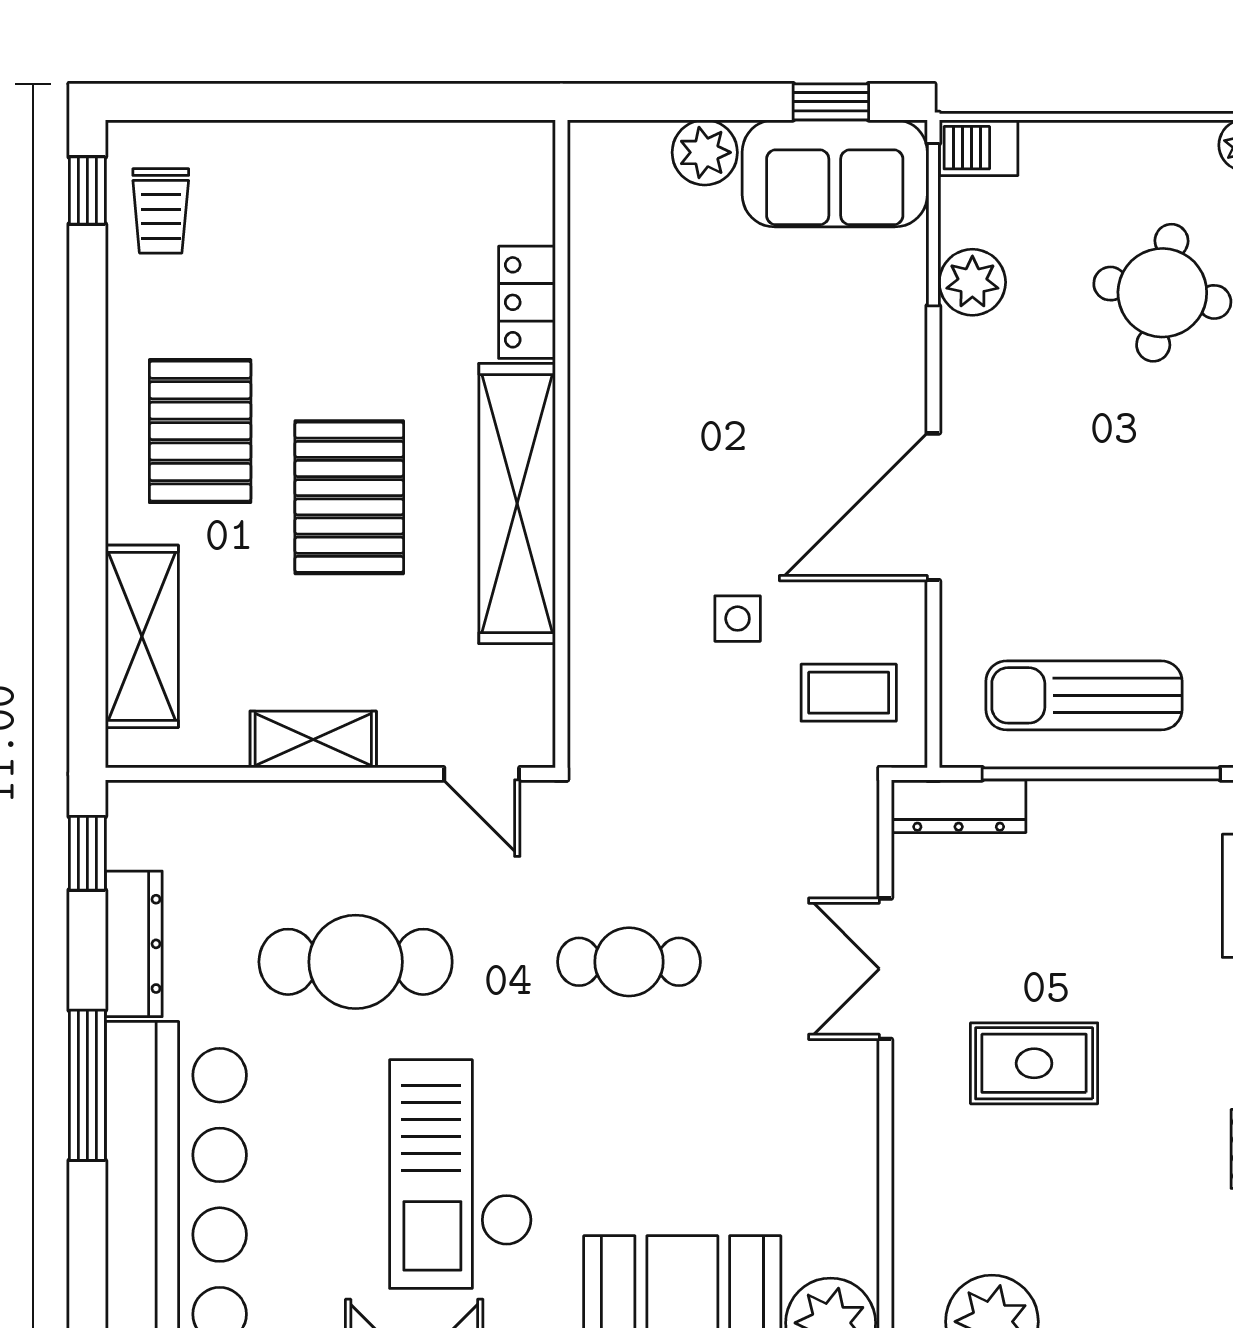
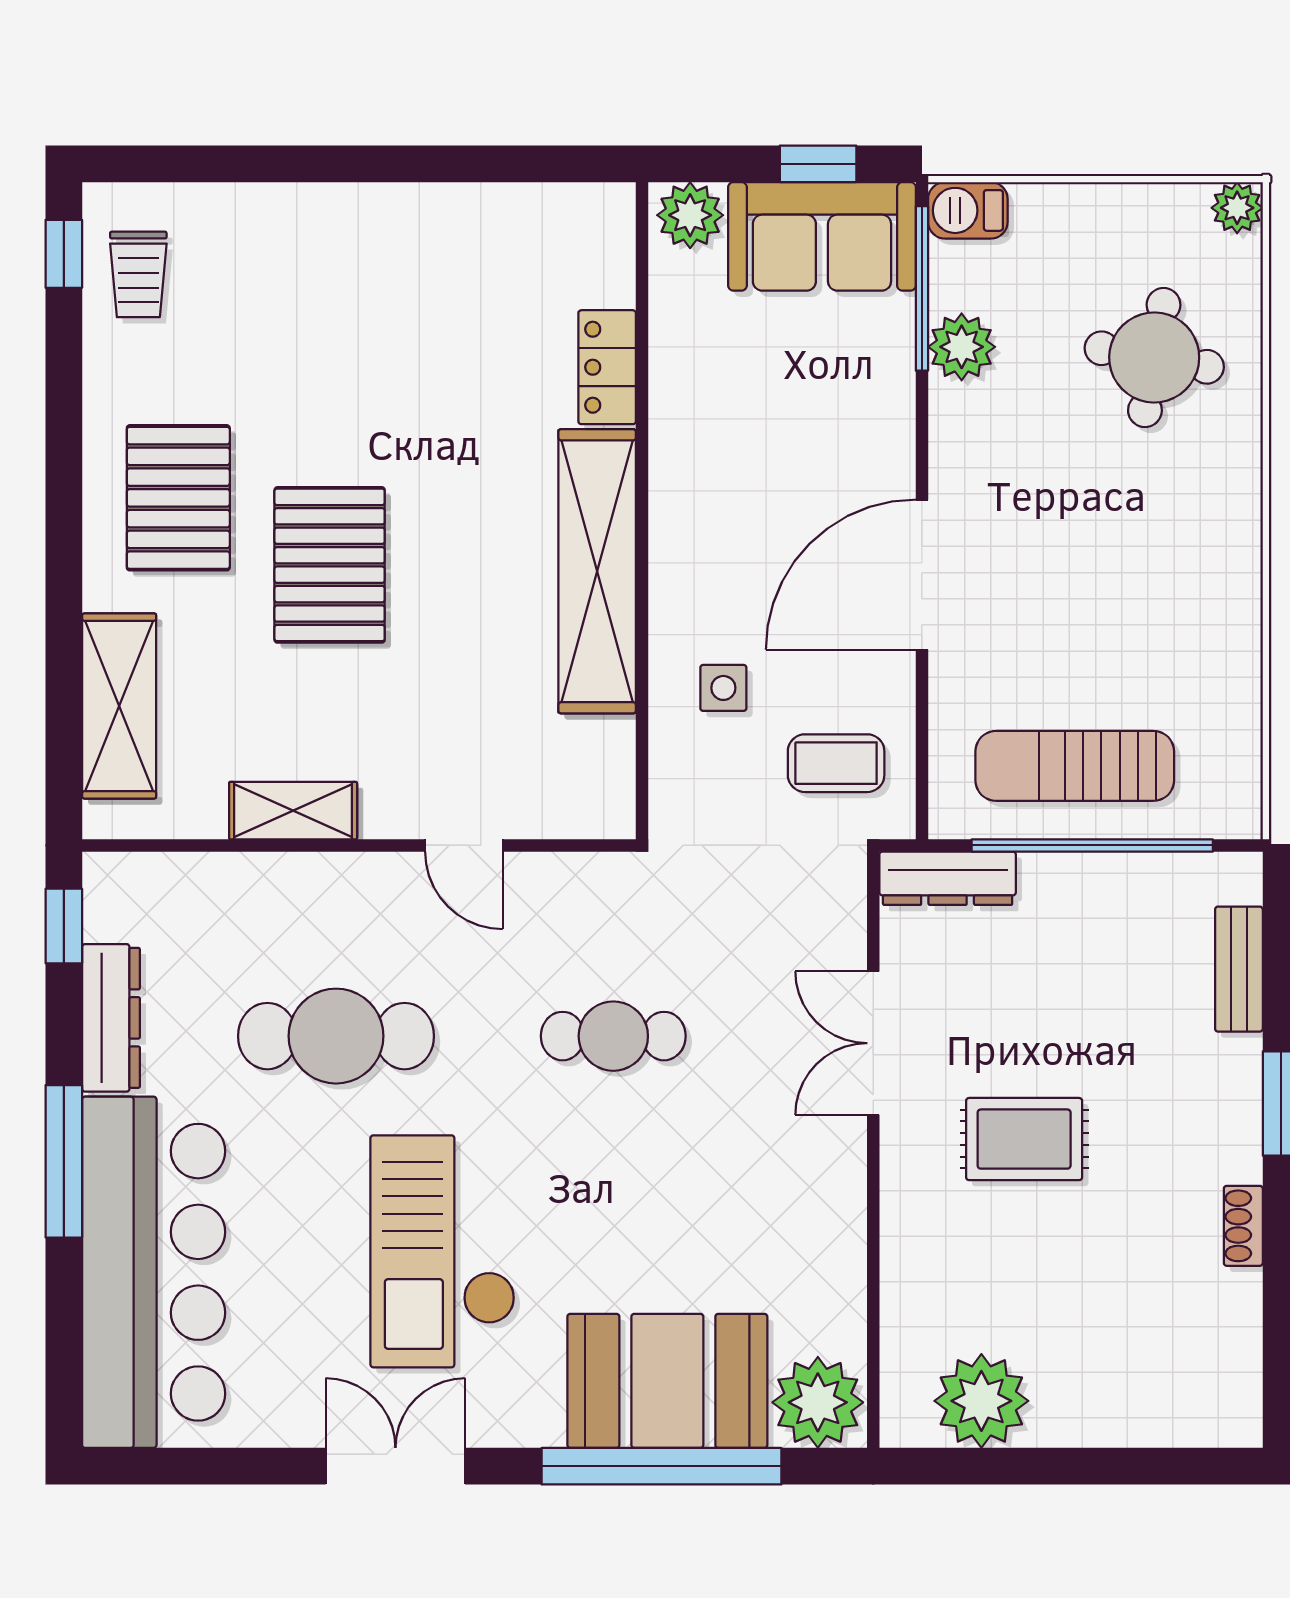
locker: (527, 302) -> (607, 367), moved
wall: (561, 444) -> (642, 511), moved
shelving: (517, 504) -> (597, 571), moved

